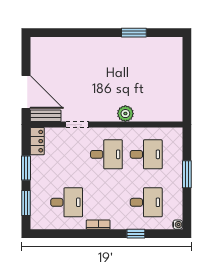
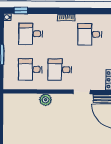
window: (136, 234) -> (21, 11), moved

